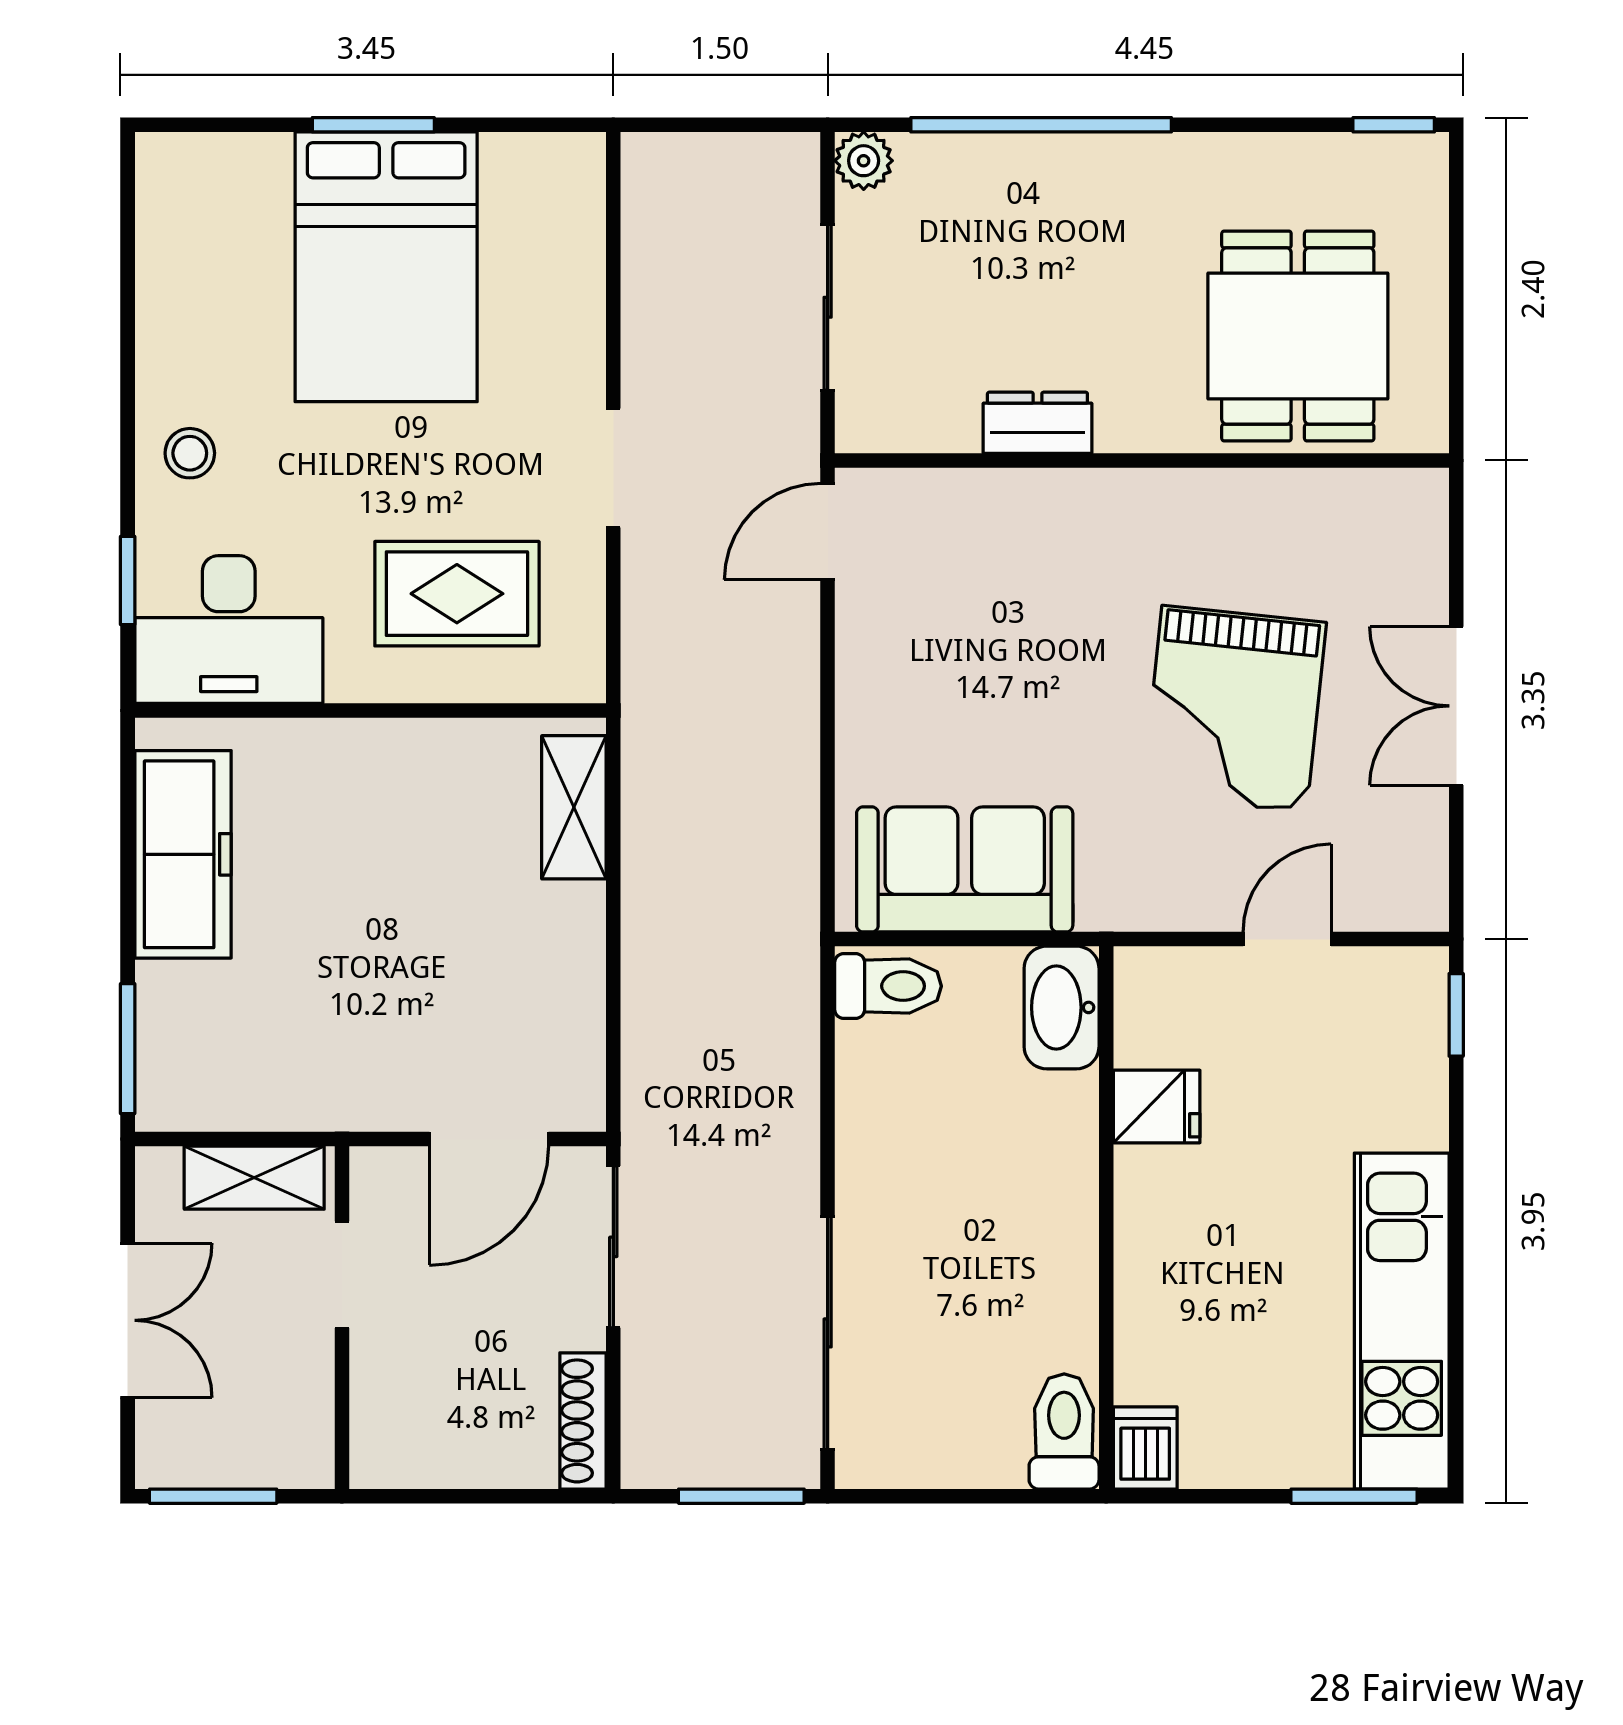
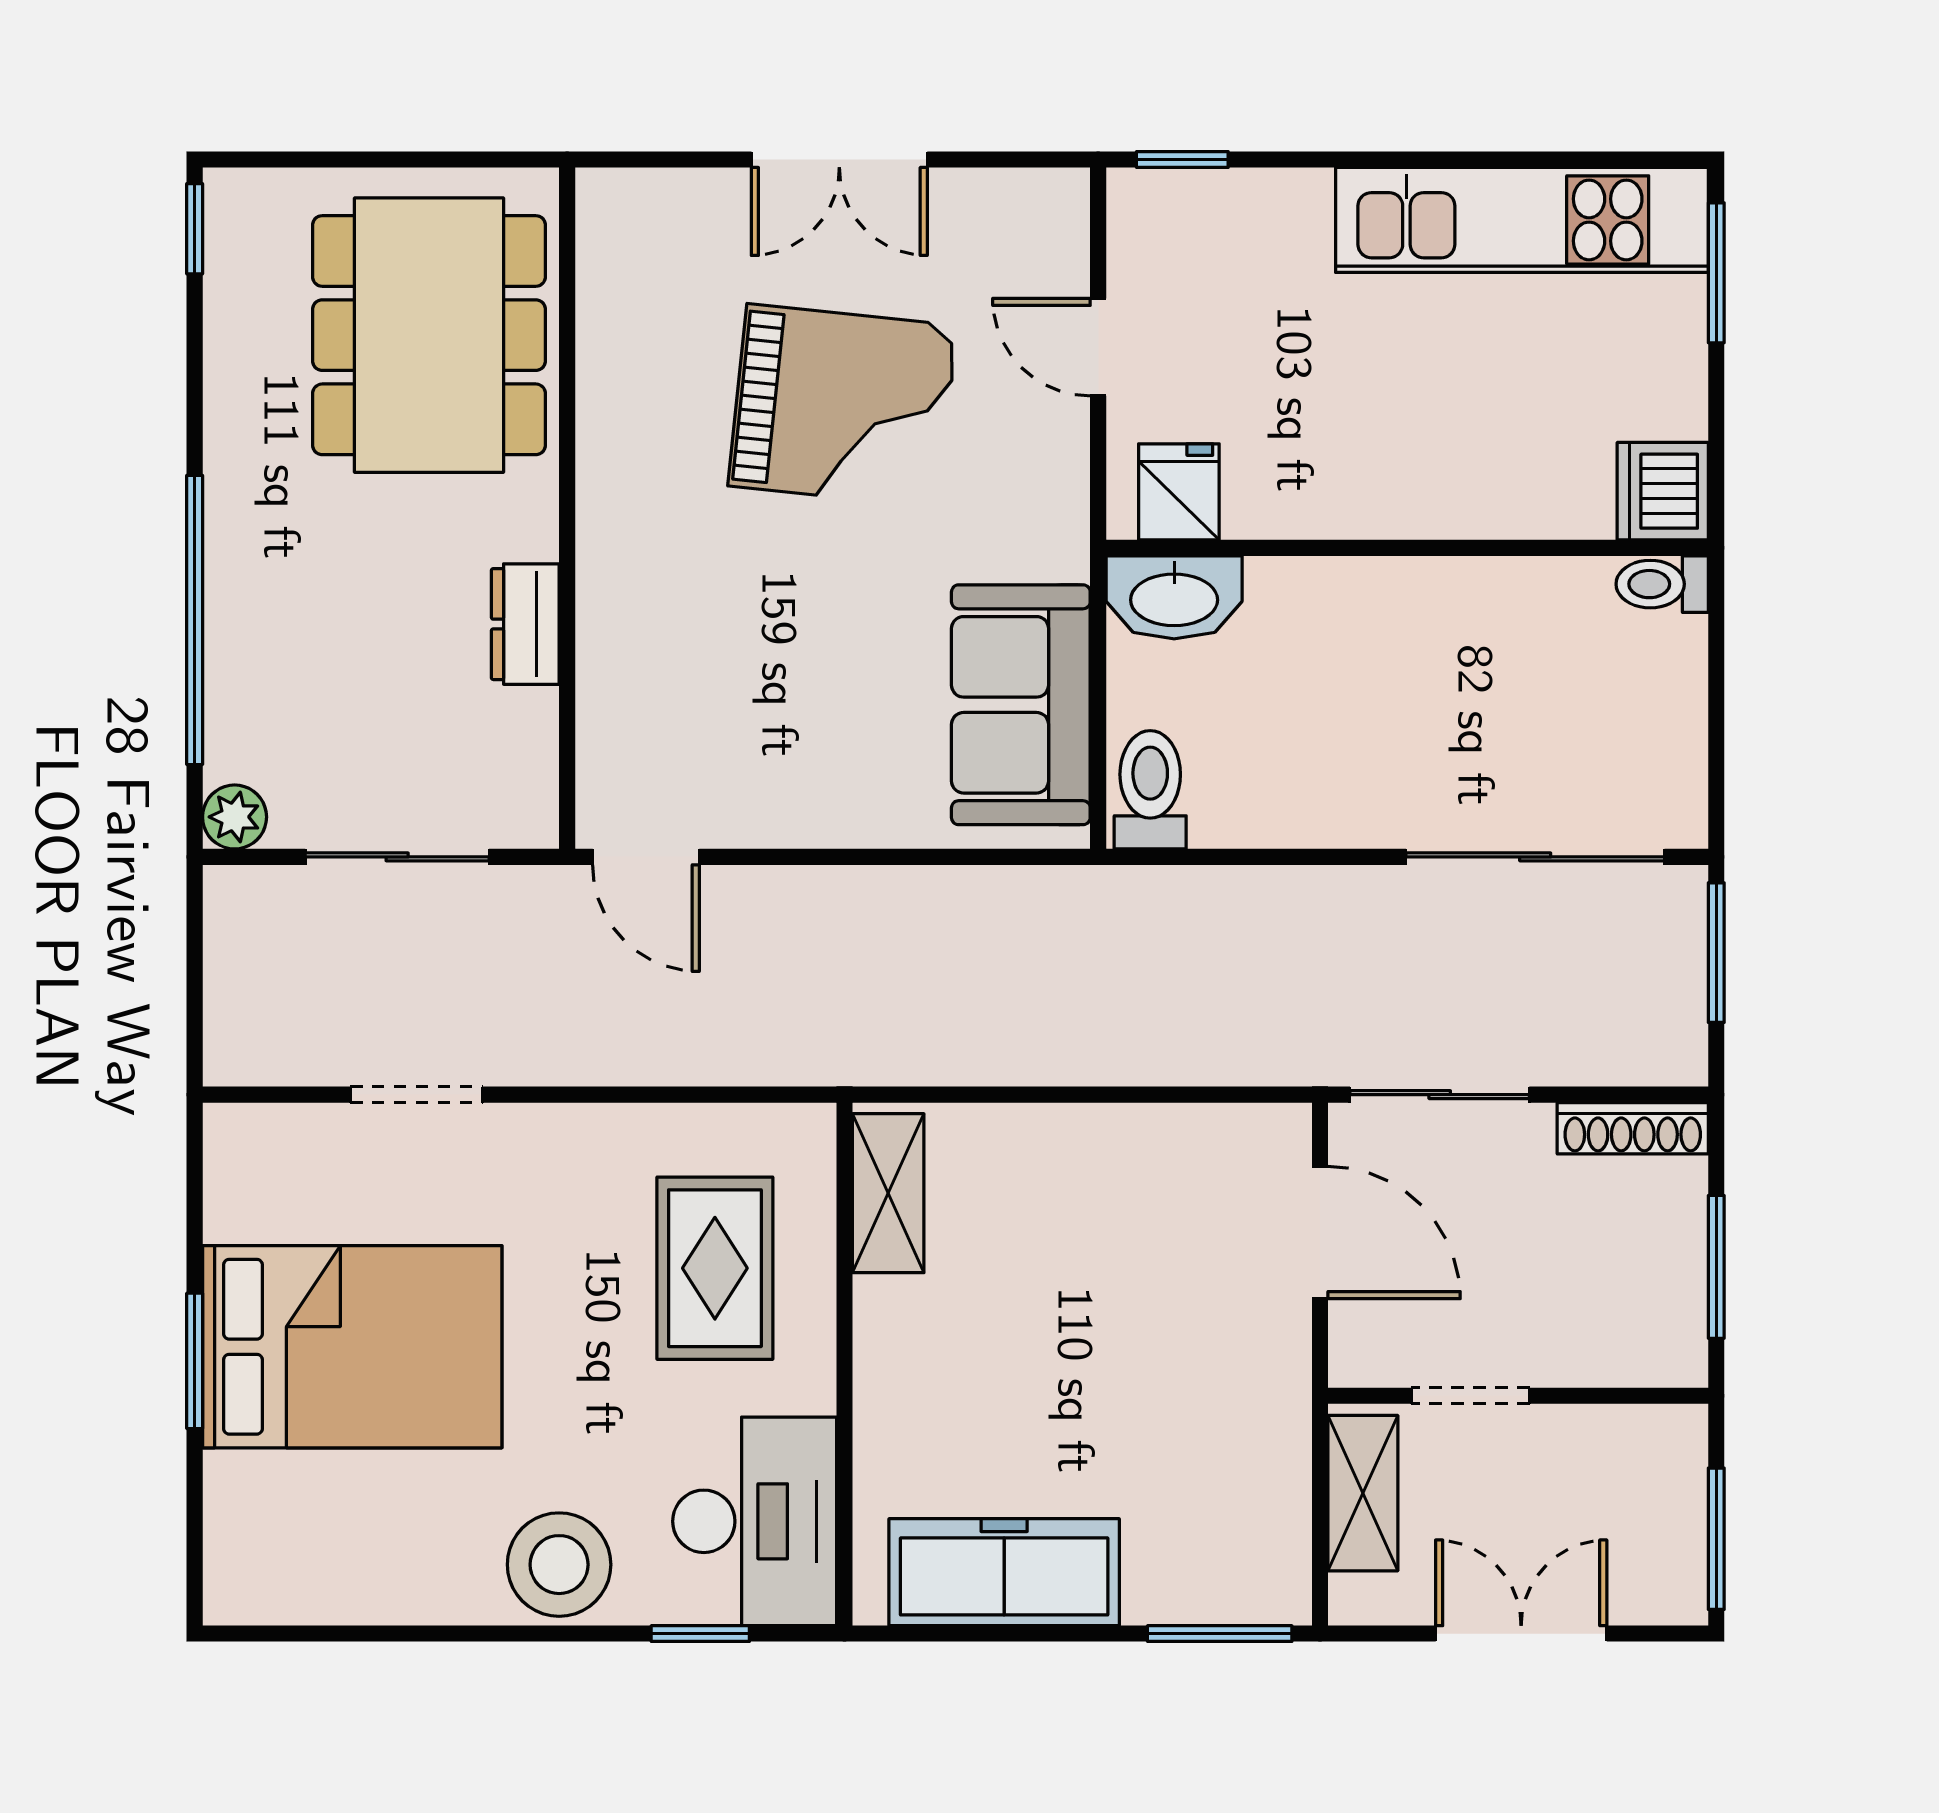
dining table: (1298, 336) -> (429, 335), width x1.38
stool: (190, 453) -> (559, 1565), width x1.89, depth x1.89
doorway: (613, 468) -> (416, 1095), moved
shelving: (574, 807) -> (888, 1193), moved, turned 90
fridge: (1157, 1106) -> (1179, 492), moved
toilet: (1064, 1431) -> (1662, 584), width x0.73, depth x0.72
dishwasher: (1145, 1448) -> (1663, 491), width x1.38
window: (458, 1496) -> (1716, 1267), added

